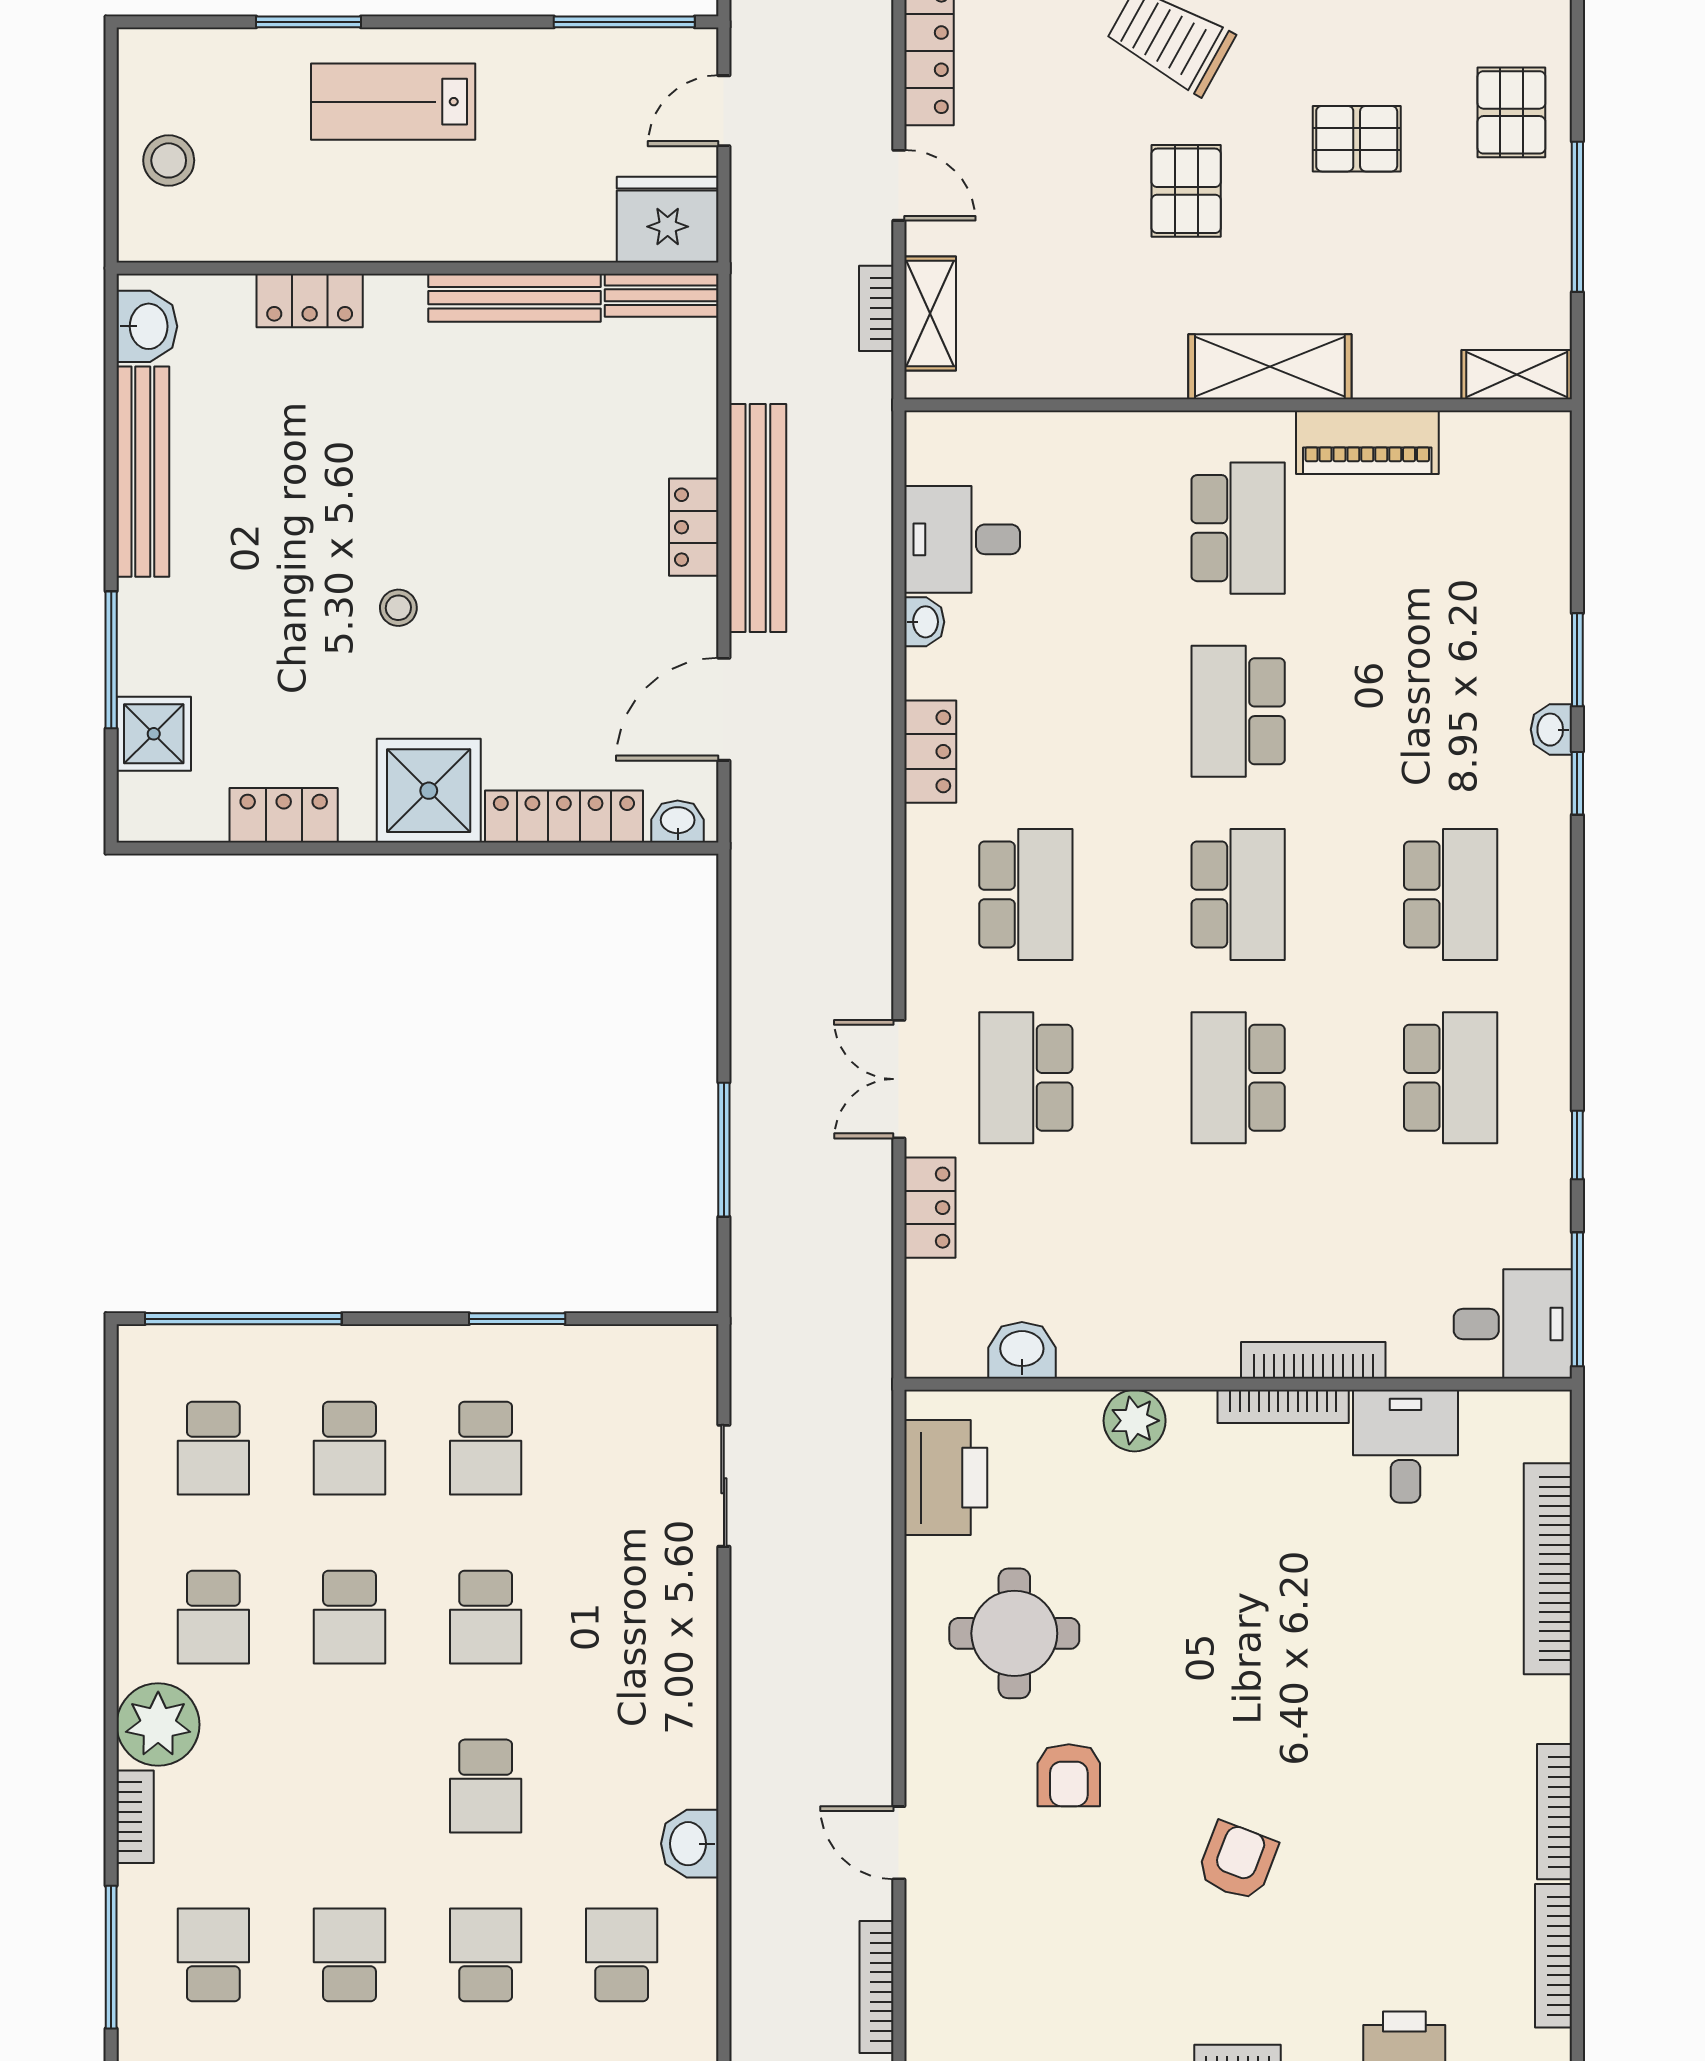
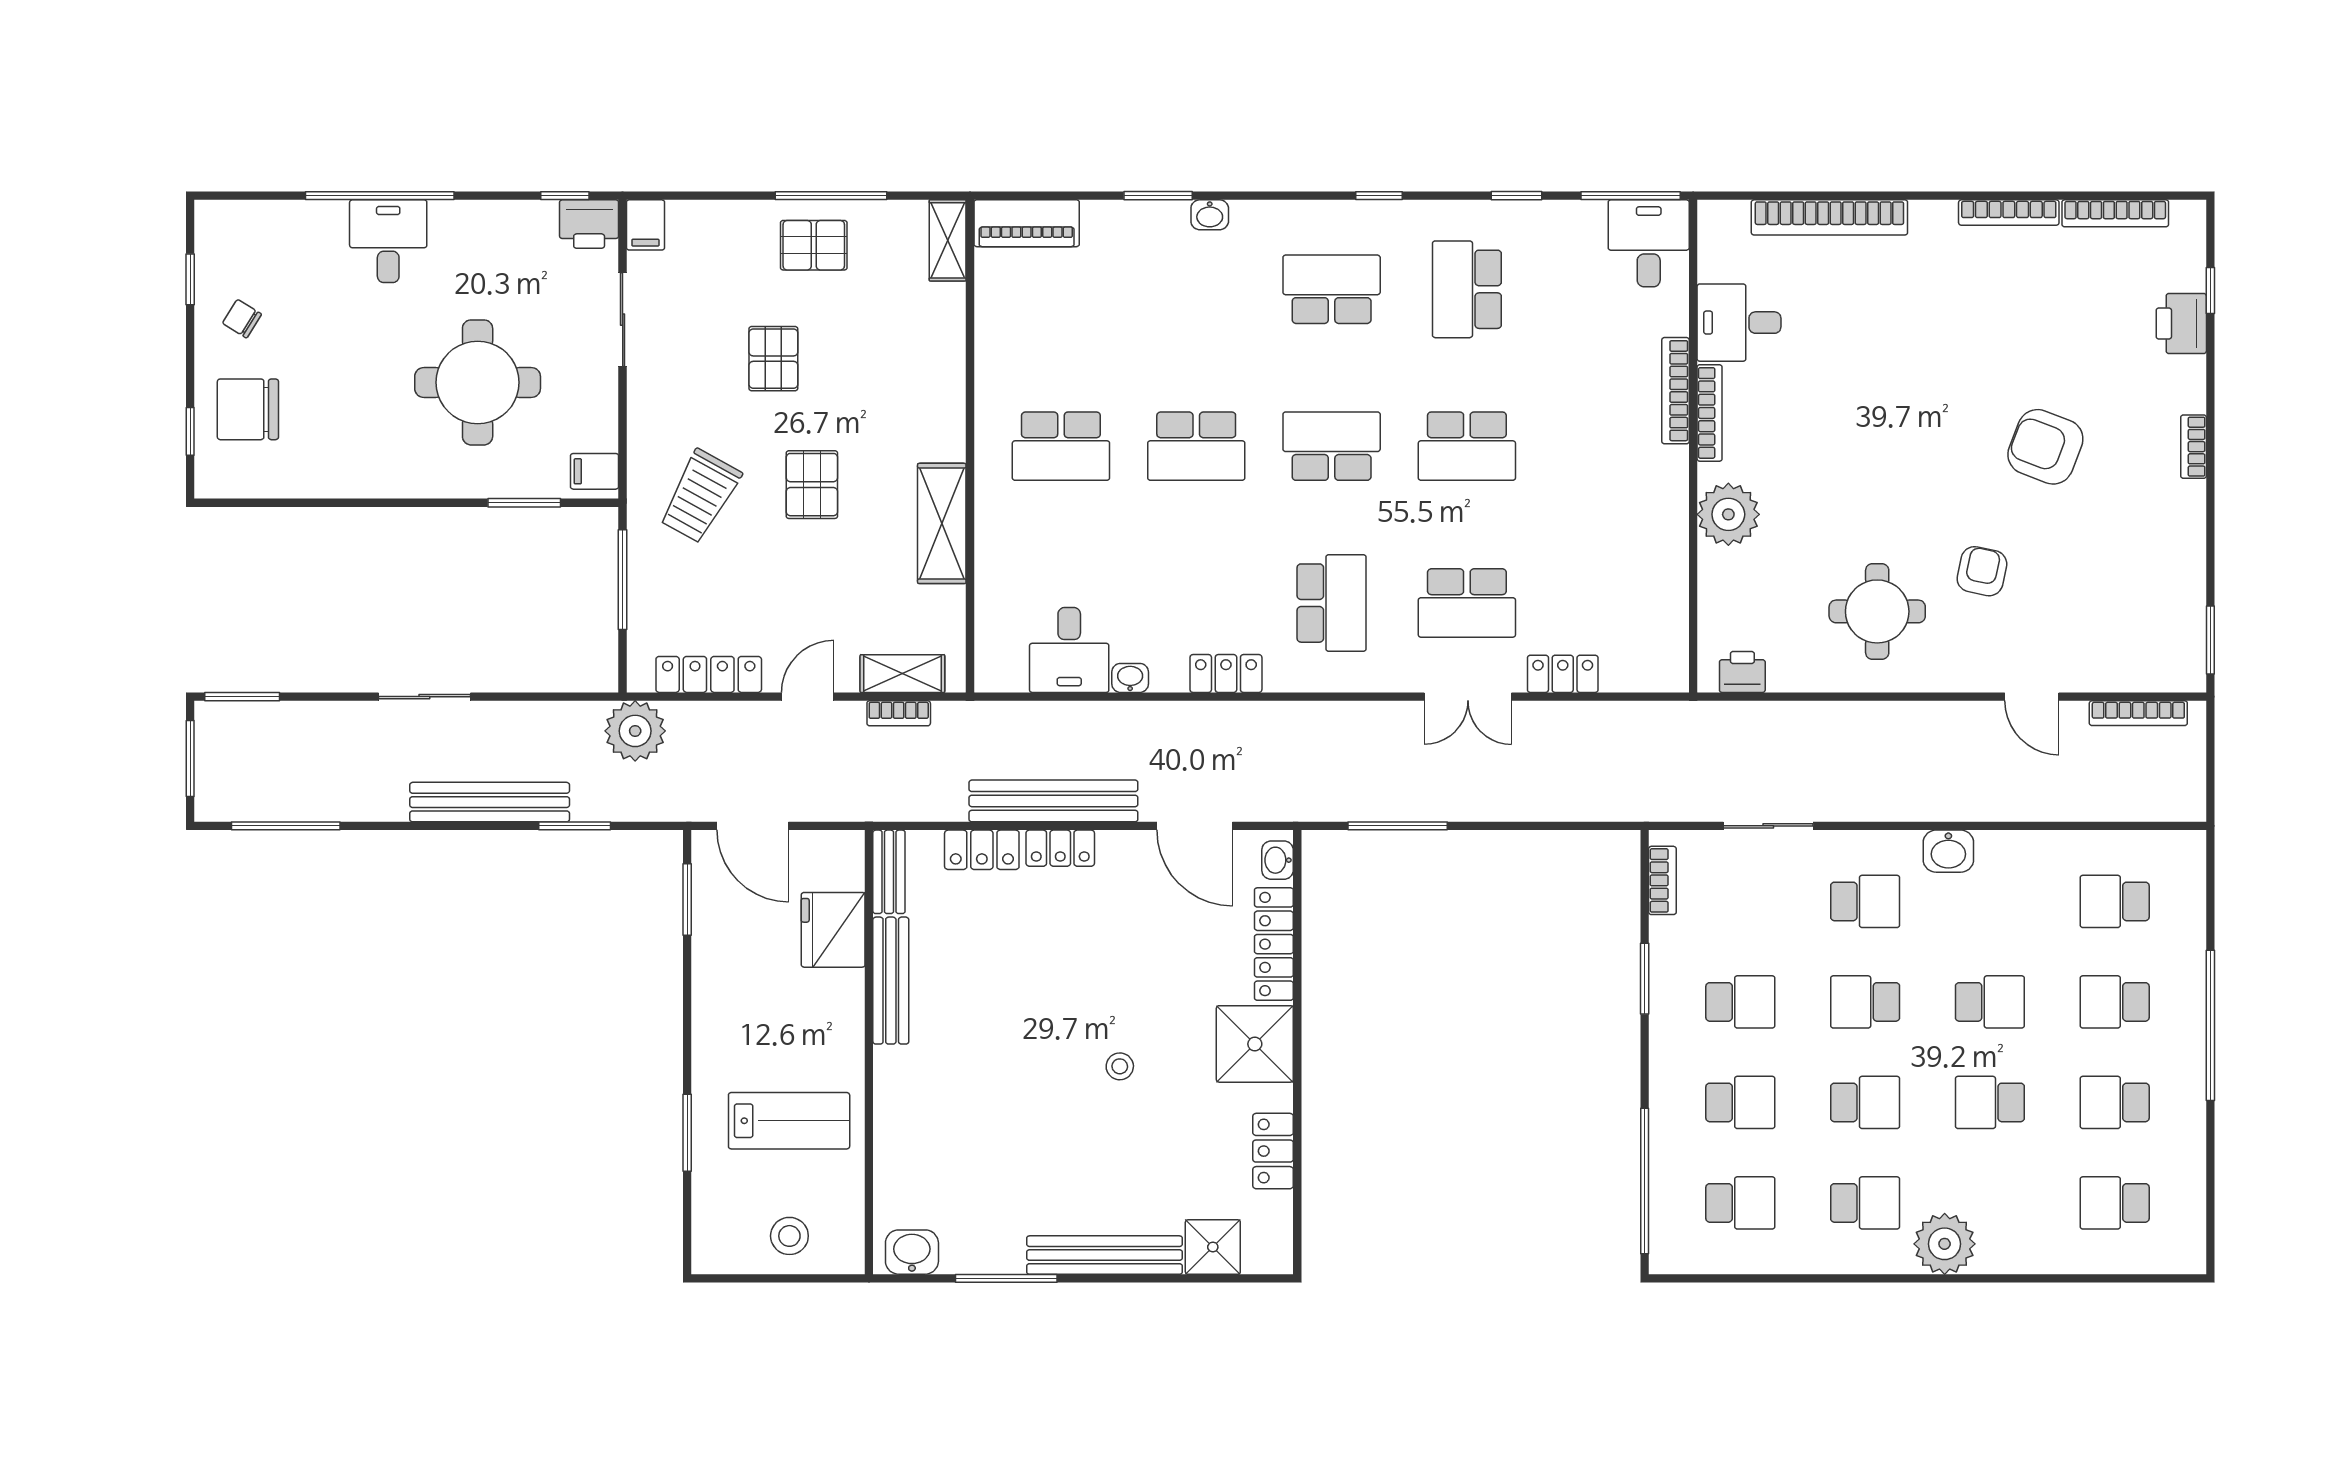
window: (624, 22) -> (687, 899), width x0.69
lab bench: (393, 102) -> (789, 1121), moved, turned -90
door: (724, 111) -> (753, 826), width x1.38
pallet: (1511, 112) -> (814, 245), moved
pallet: (1186, 191) -> (812, 485), turned 90
fridge: (668, 220) -> (833, 930), moved
locker: (310, 300) -> (982, 850), moved, turned 90
shelving: (1270, 367) -> (942, 523), moved
piano: (1367, 442) -> (1027, 223), moved, turned 90
bench: (143, 472) -> (1104, 1255), moved
school desk: (1238, 528) -> (1061, 446), turned 180
window: (111, 660) -> (1006, 1278), moved
window: (1577, 783) -> (1379, 196), moved
school desk: (1026, 895) -> (1332, 603), turned 90
school desk: (1451, 1078) -> (1467, 289), turned -90
window: (724, 1150) -> (1398, 826), moved
washbasin: (1022, 1350) -> (1668, 606), removed
plant: (1135, 1421) -> (1728, 514), width x1.36, depth x1.36
printer: (946, 1478) -> (1742, 672), width x0.53, depth x0.68
school desk: (486, 1617) -> (1865, 1002), turned 180
school desk: (622, 1617) -> (1865, 901), added
armchair: (1069, 1775) -> (1982, 571), turned -78
school desk: (349, 1786) -> (1990, 1102), added
bookcase: (135, 1817) -> (1662, 880), moved, turned 90
door: (899, 1843) -> (2032, 697), hinge flipped
washbasin: (690, 1844) -> (1948, 851), moved
armchair: (1237, 1861) -> (2045, 447), width x1.38, depth x1.38
window: (111, 1957) -> (2116, 1278), removed

